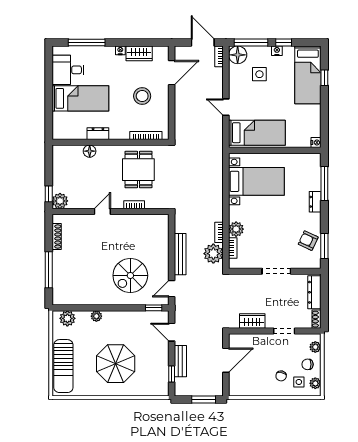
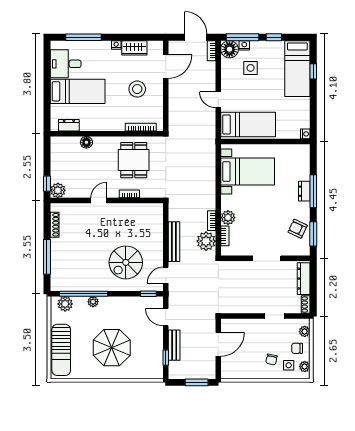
nightstand: (277, 51) -> (244, 45), moved
dresser: (98, 134) -> (69, 125), moved
window: (324, 184) -> (313, 191), moved
window: (87, 308) -> (84, 294), added
wardrobe: (252, 321) -> (244, 306), removed

